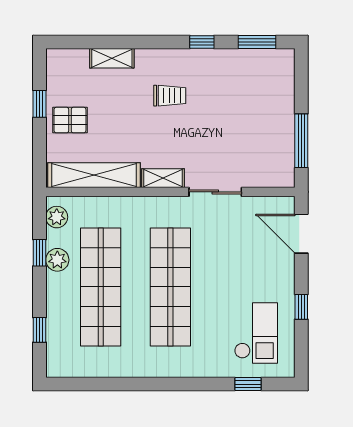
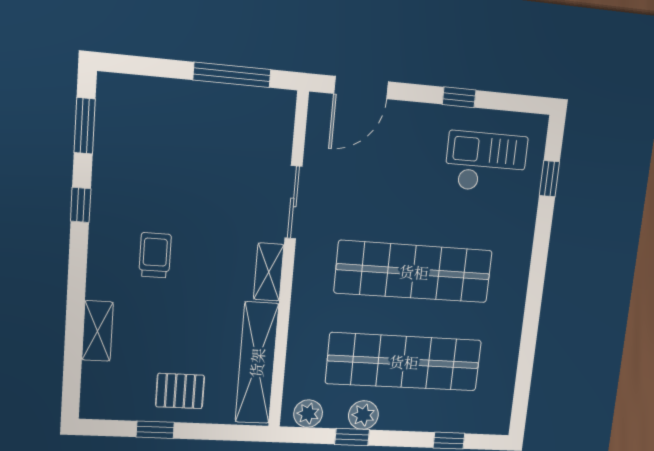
pallet: (70, 120) -> (180, 391), turned 90

